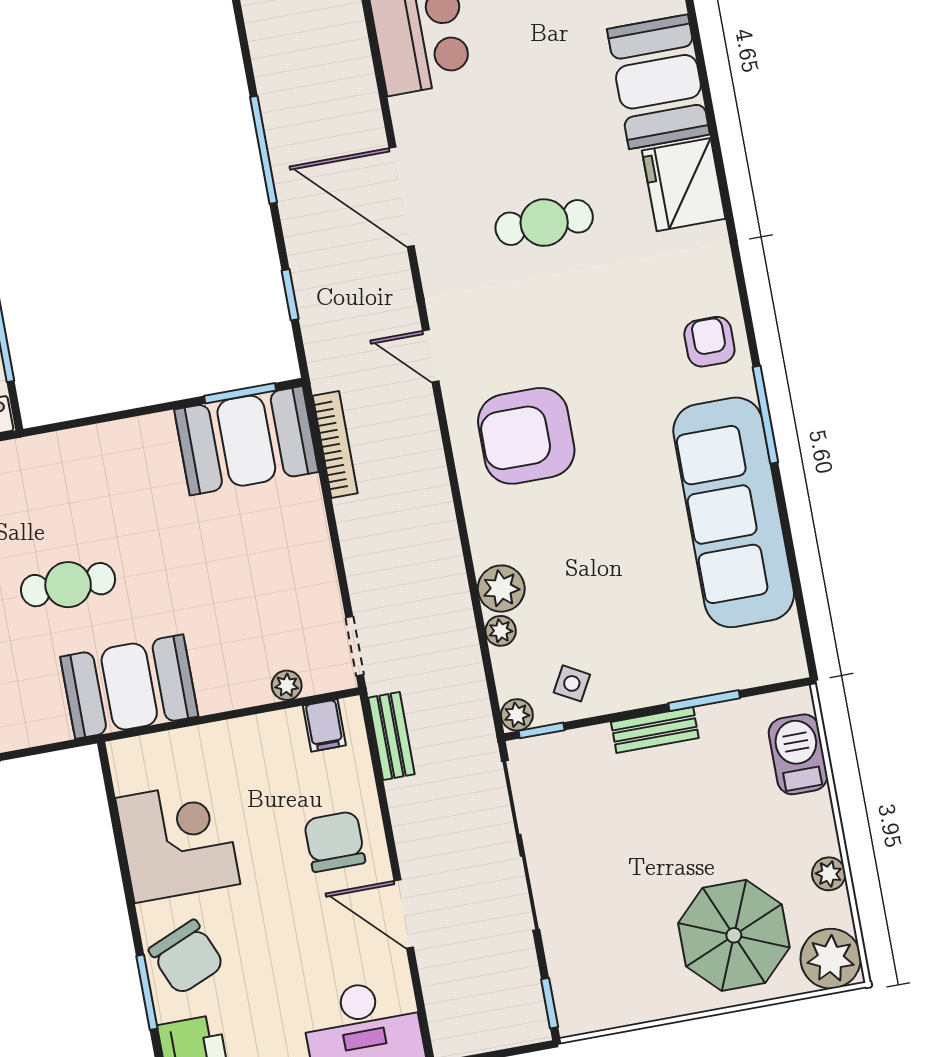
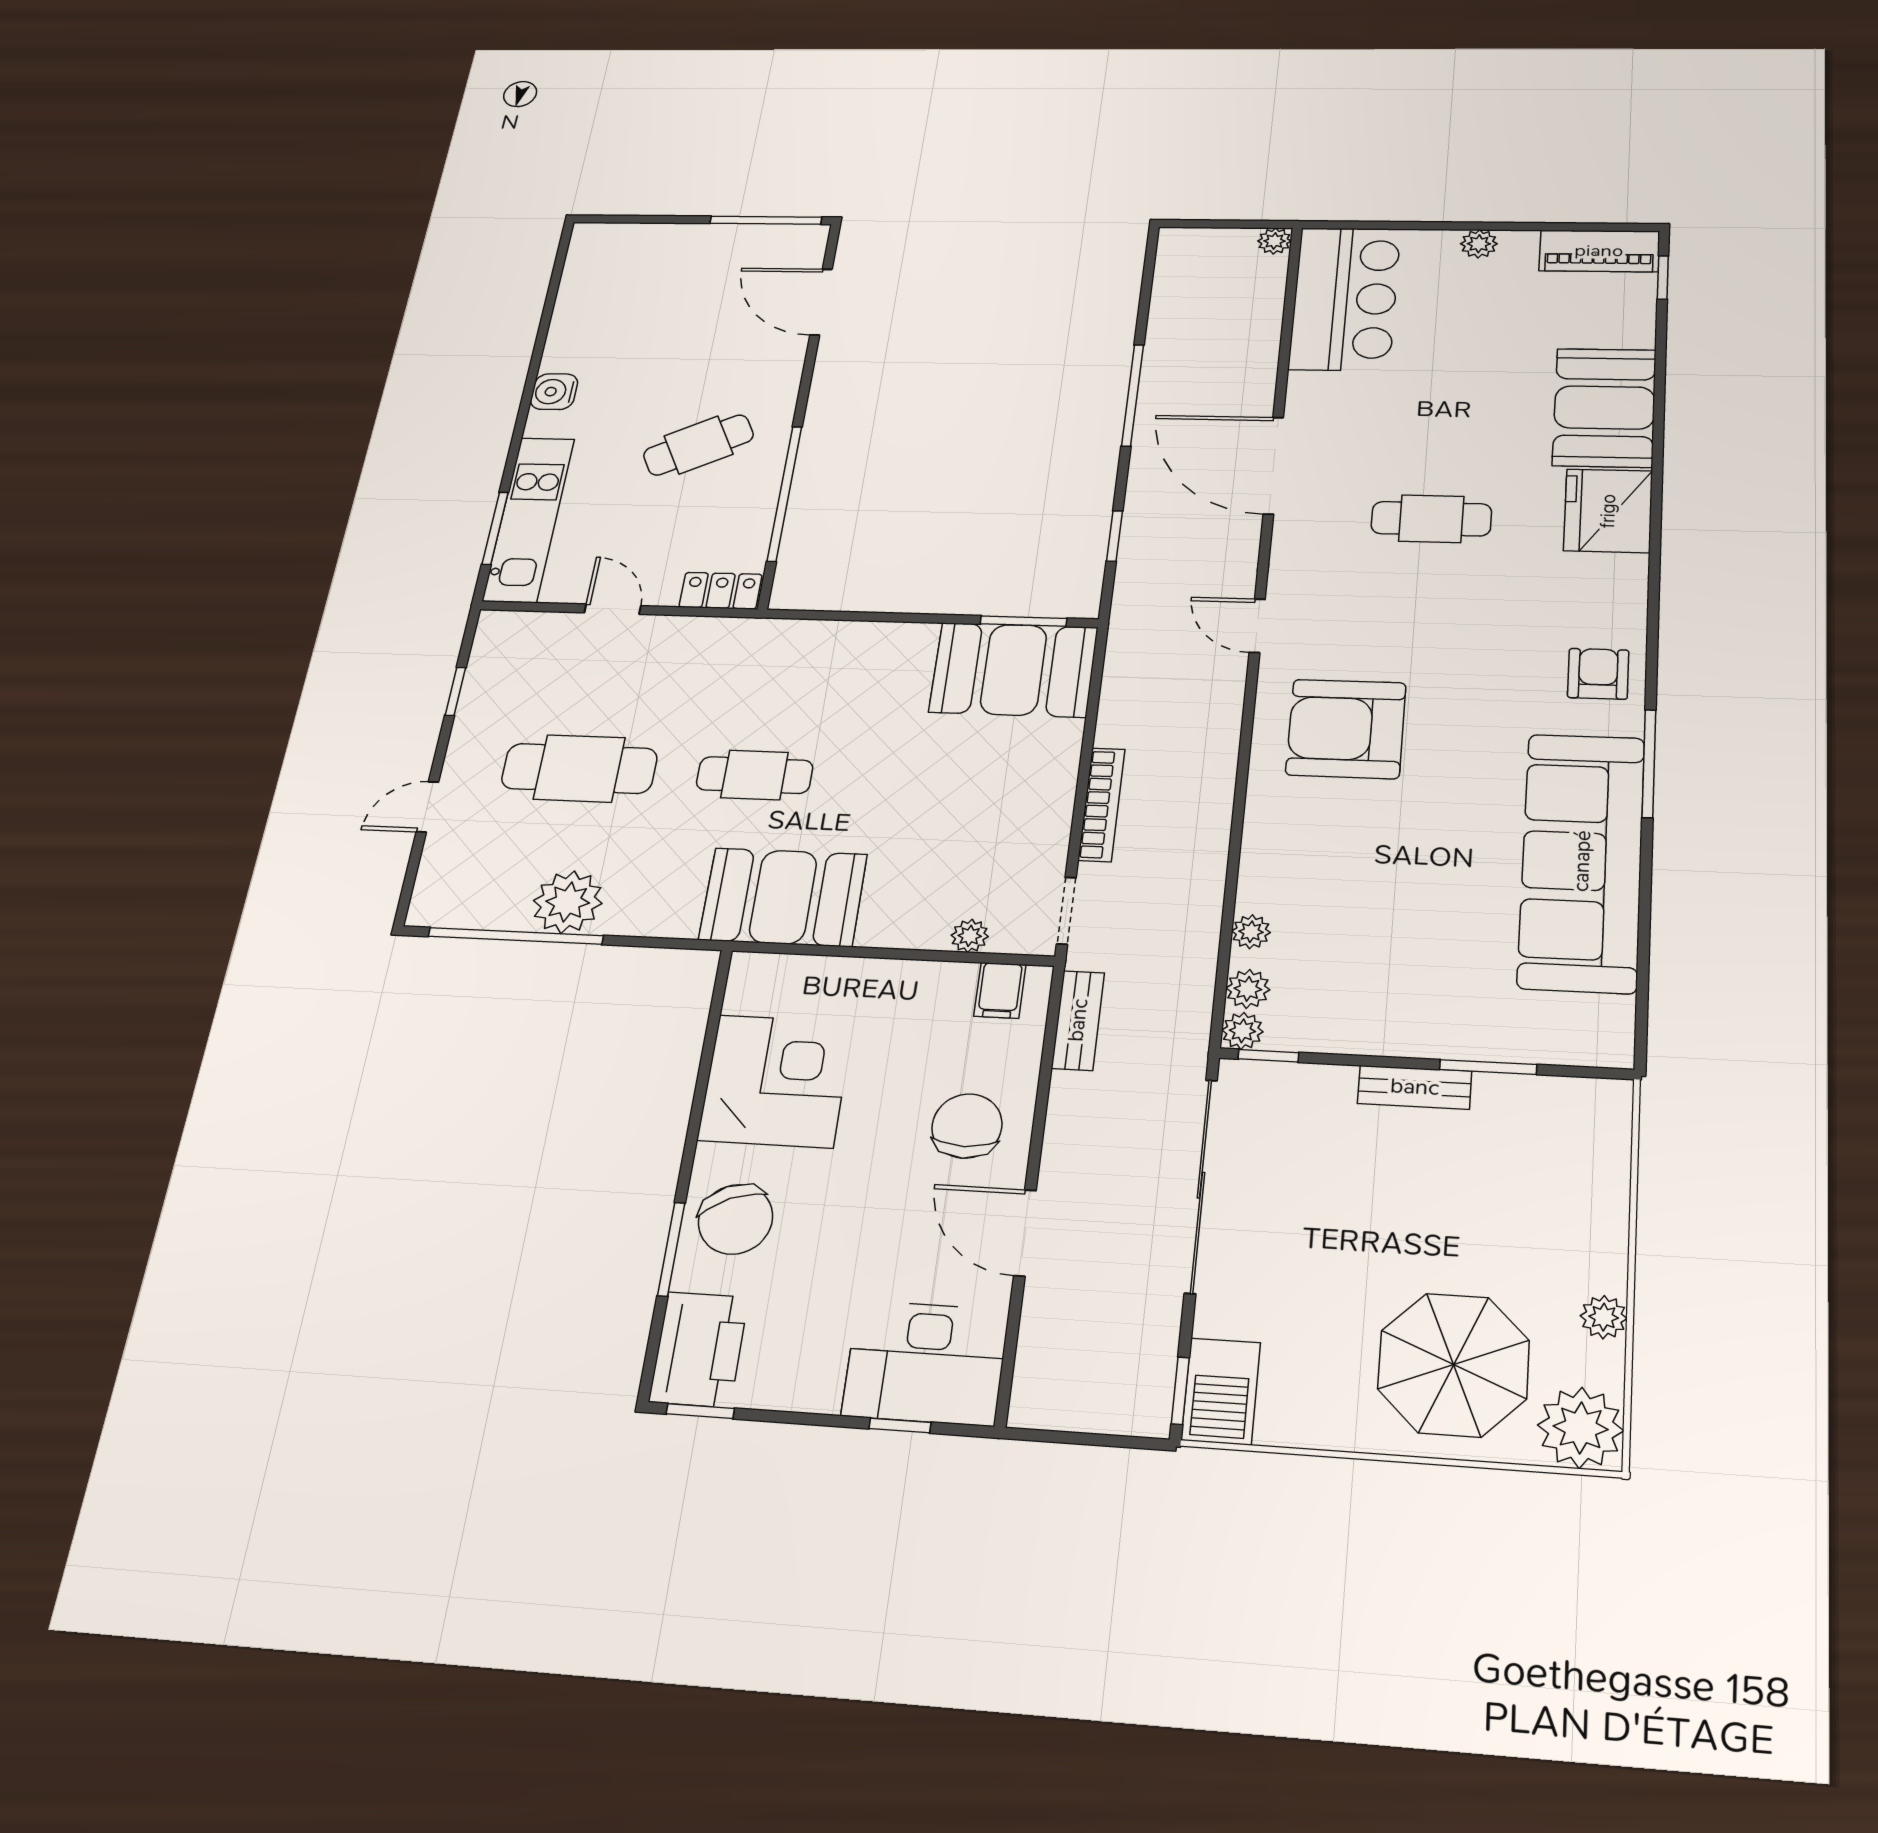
bookcase: (335, 445) -> (1101, 804), moved
plant: (501, 589) -> (1248, 989), moved, width x0.73, depth x0.73
side table: (572, 683) -> (1323, 1010), removed
barbecue: (798, 754) -> (1221, 1391), moved, turned 180

